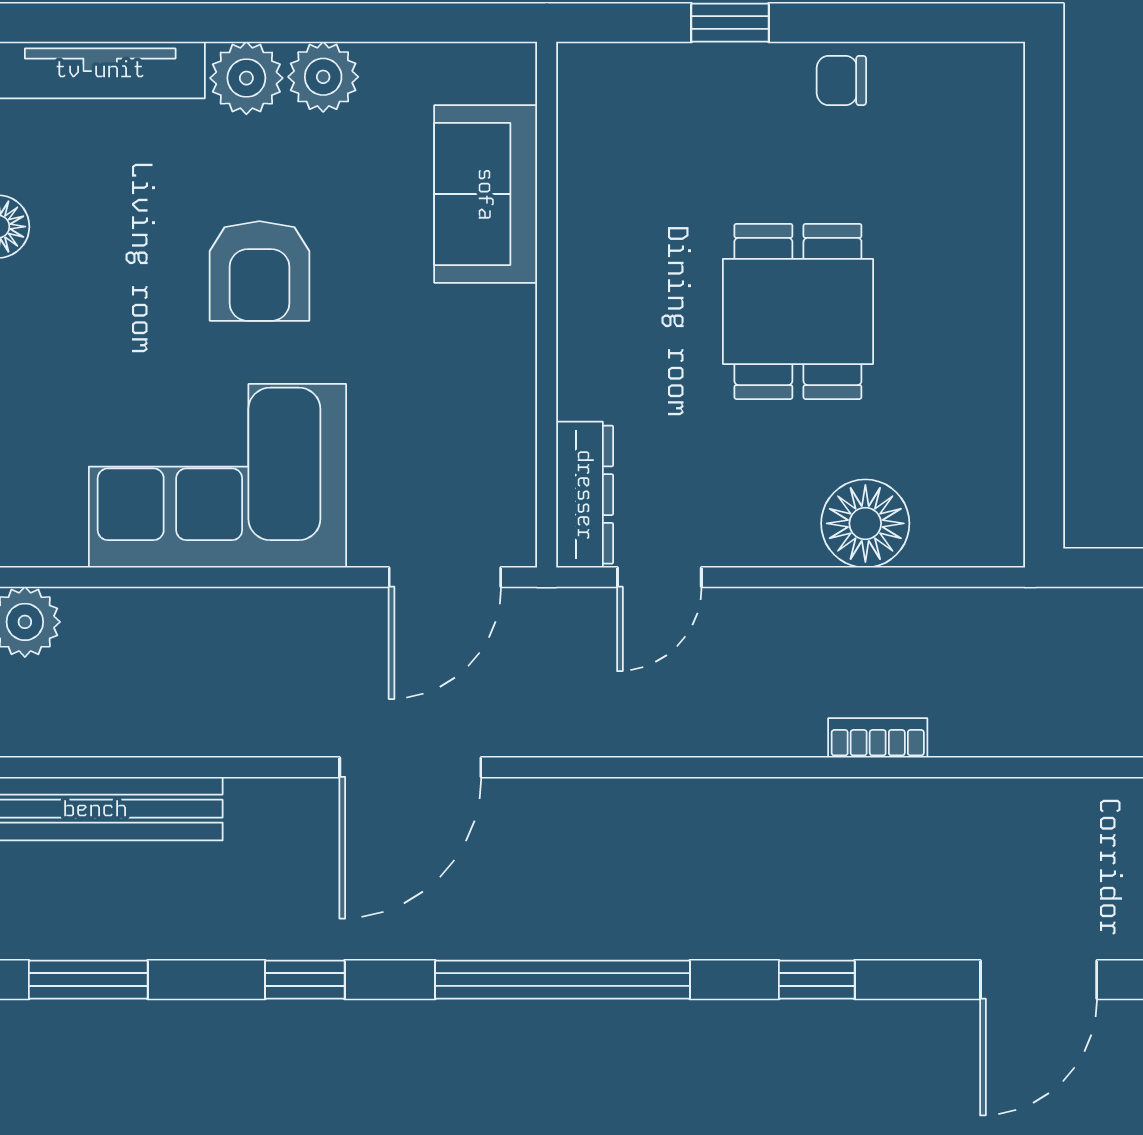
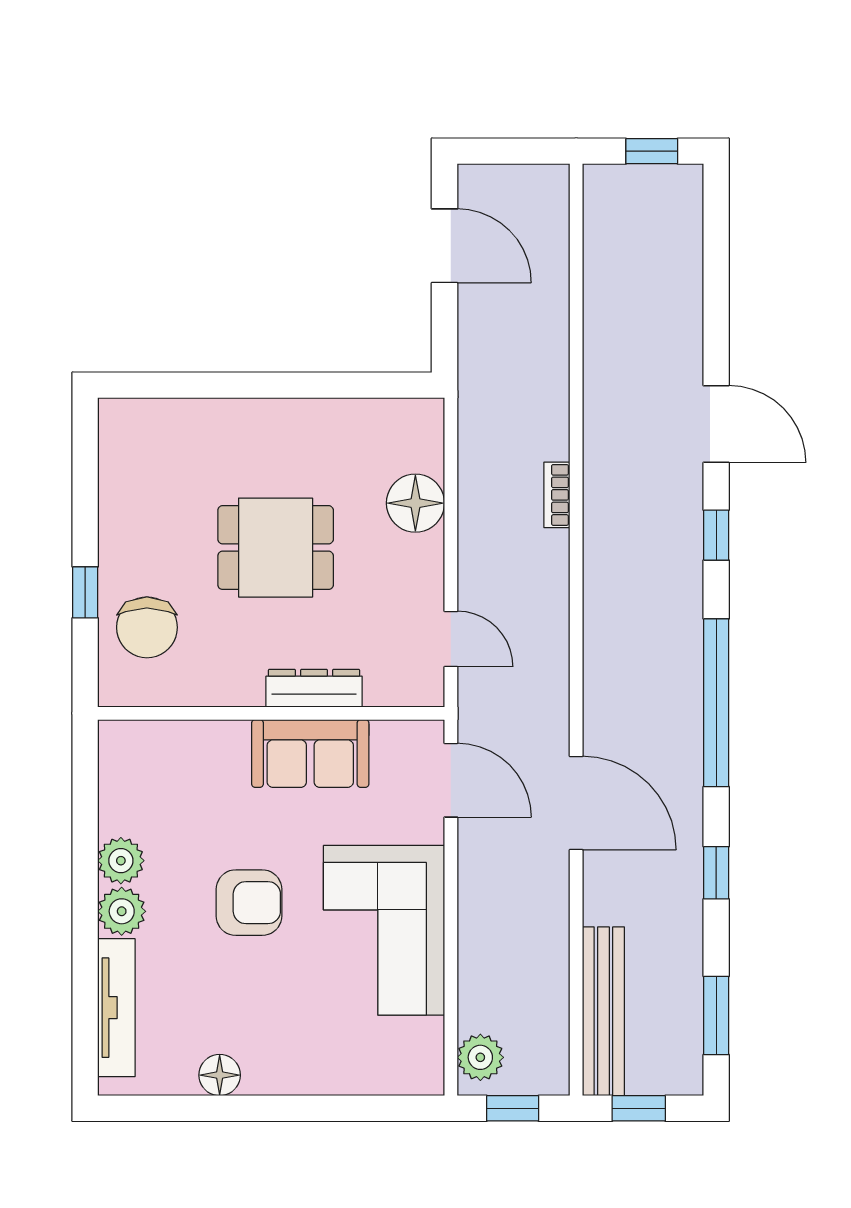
chair: (841, 81) -> (147, 627), moved, width x1.87, depth x1.87
sofa: (486, 194) -> (310, 753), moved
dresser: (585, 495) -> (314, 688), moved
door: (1039, 980) -> (716, 424), moved

